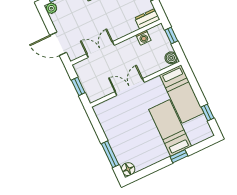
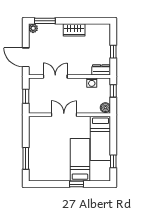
floor lamp: (128, 169) -> (34, 176), removed

